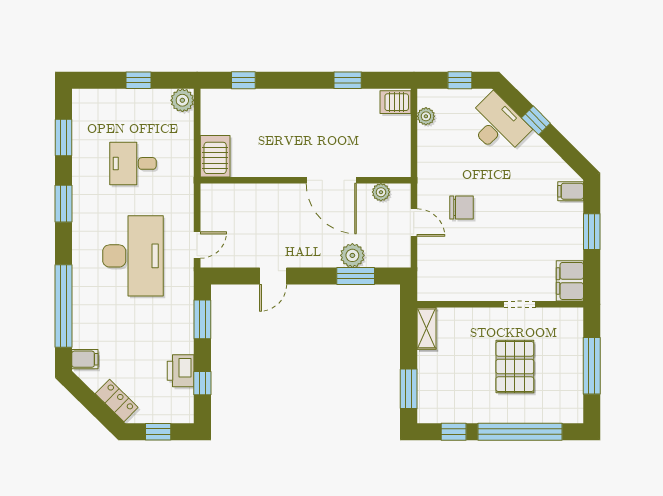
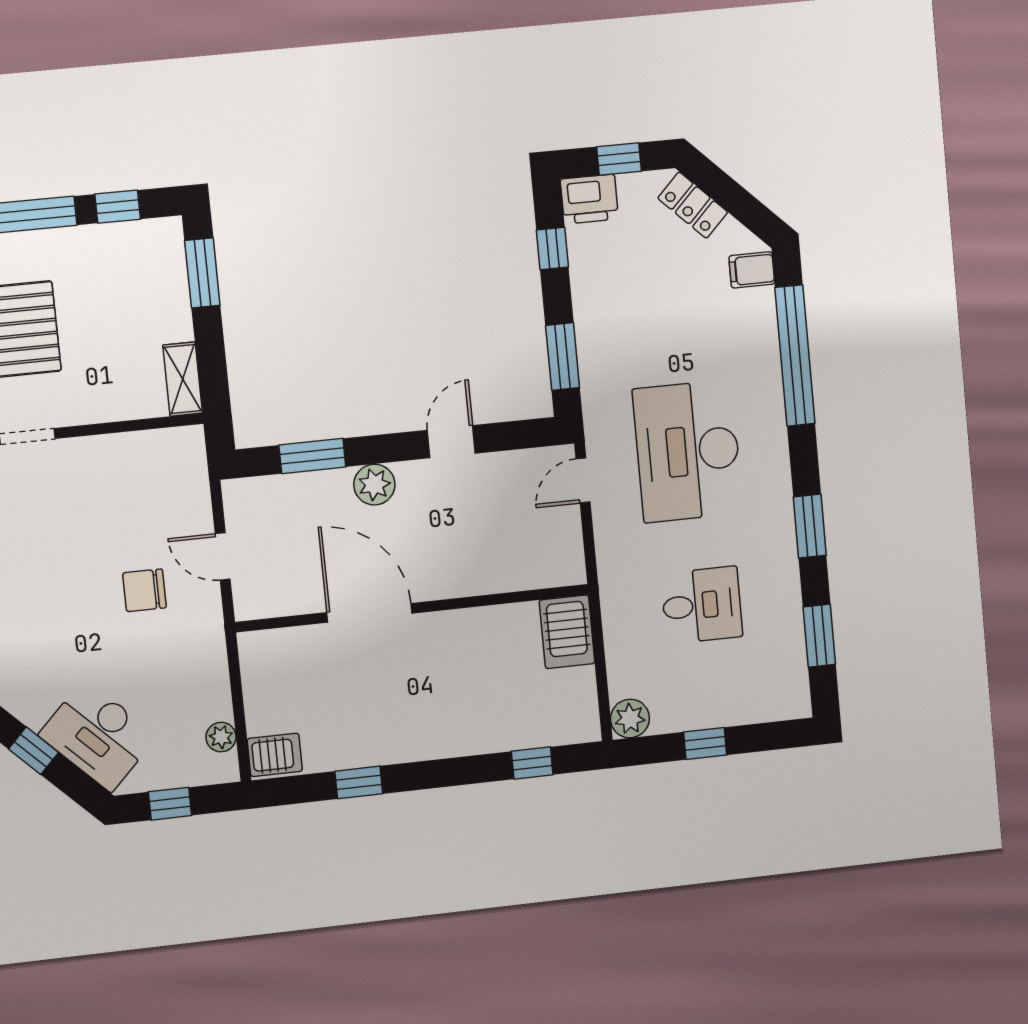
plant: (381, 192) -> (284, 602), removed
plant: (352, 255) -> (374, 485), moved
printer: (181, 371) -> (589, 199), moved, turned 90

